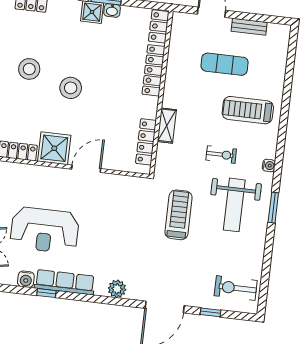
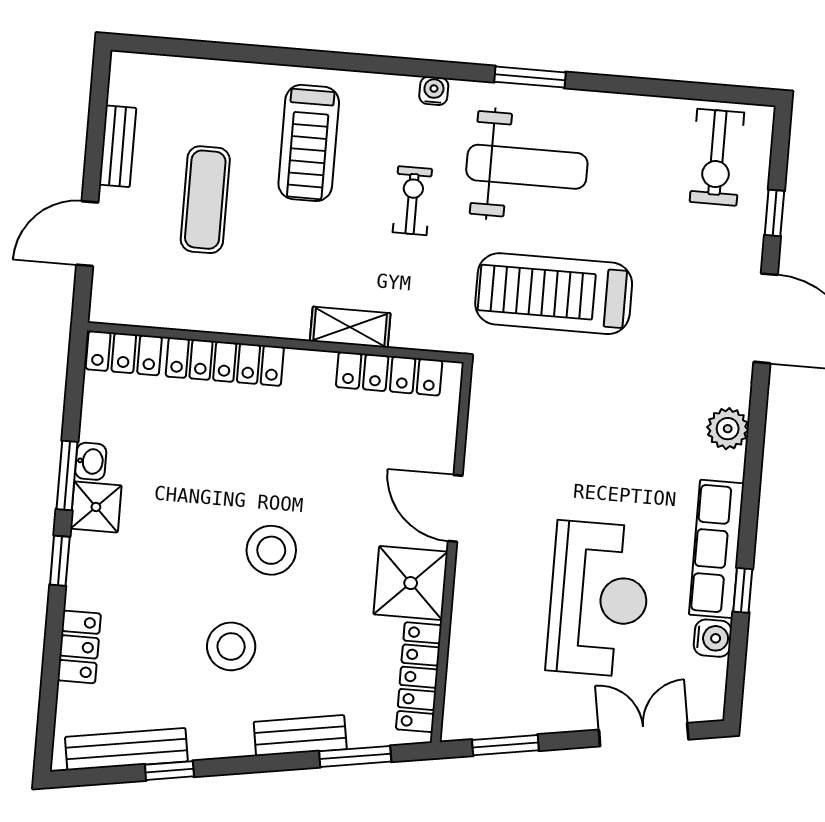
treadmill: (179, 215) -> (554, 294), width x1.37, depth x1.38

